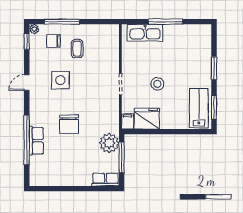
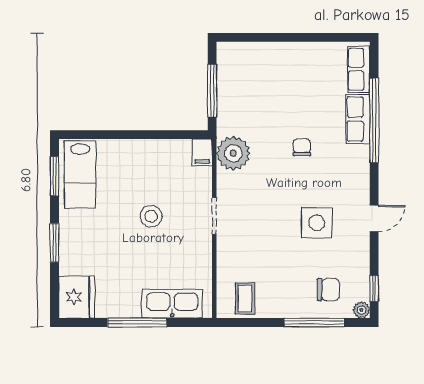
coffee table: (77, 49) -> (245, 298), moved
fridge: (147, 119) -> (77, 297), moved, turned -90
chair: (69, 124) -> (302, 147), width x0.54, depth x0.54
plant: (109, 143) -> (233, 153), moved
row of seats: (105, 180) -> (359, 69), moved, turned 90

